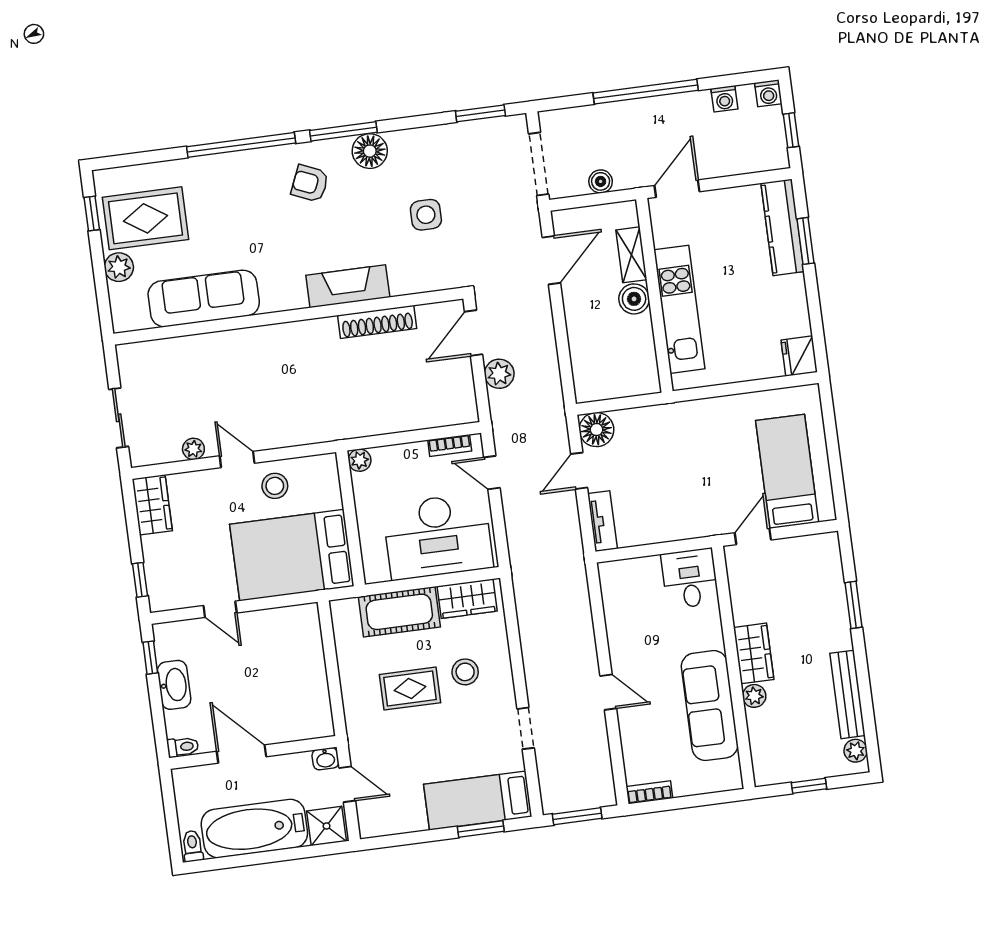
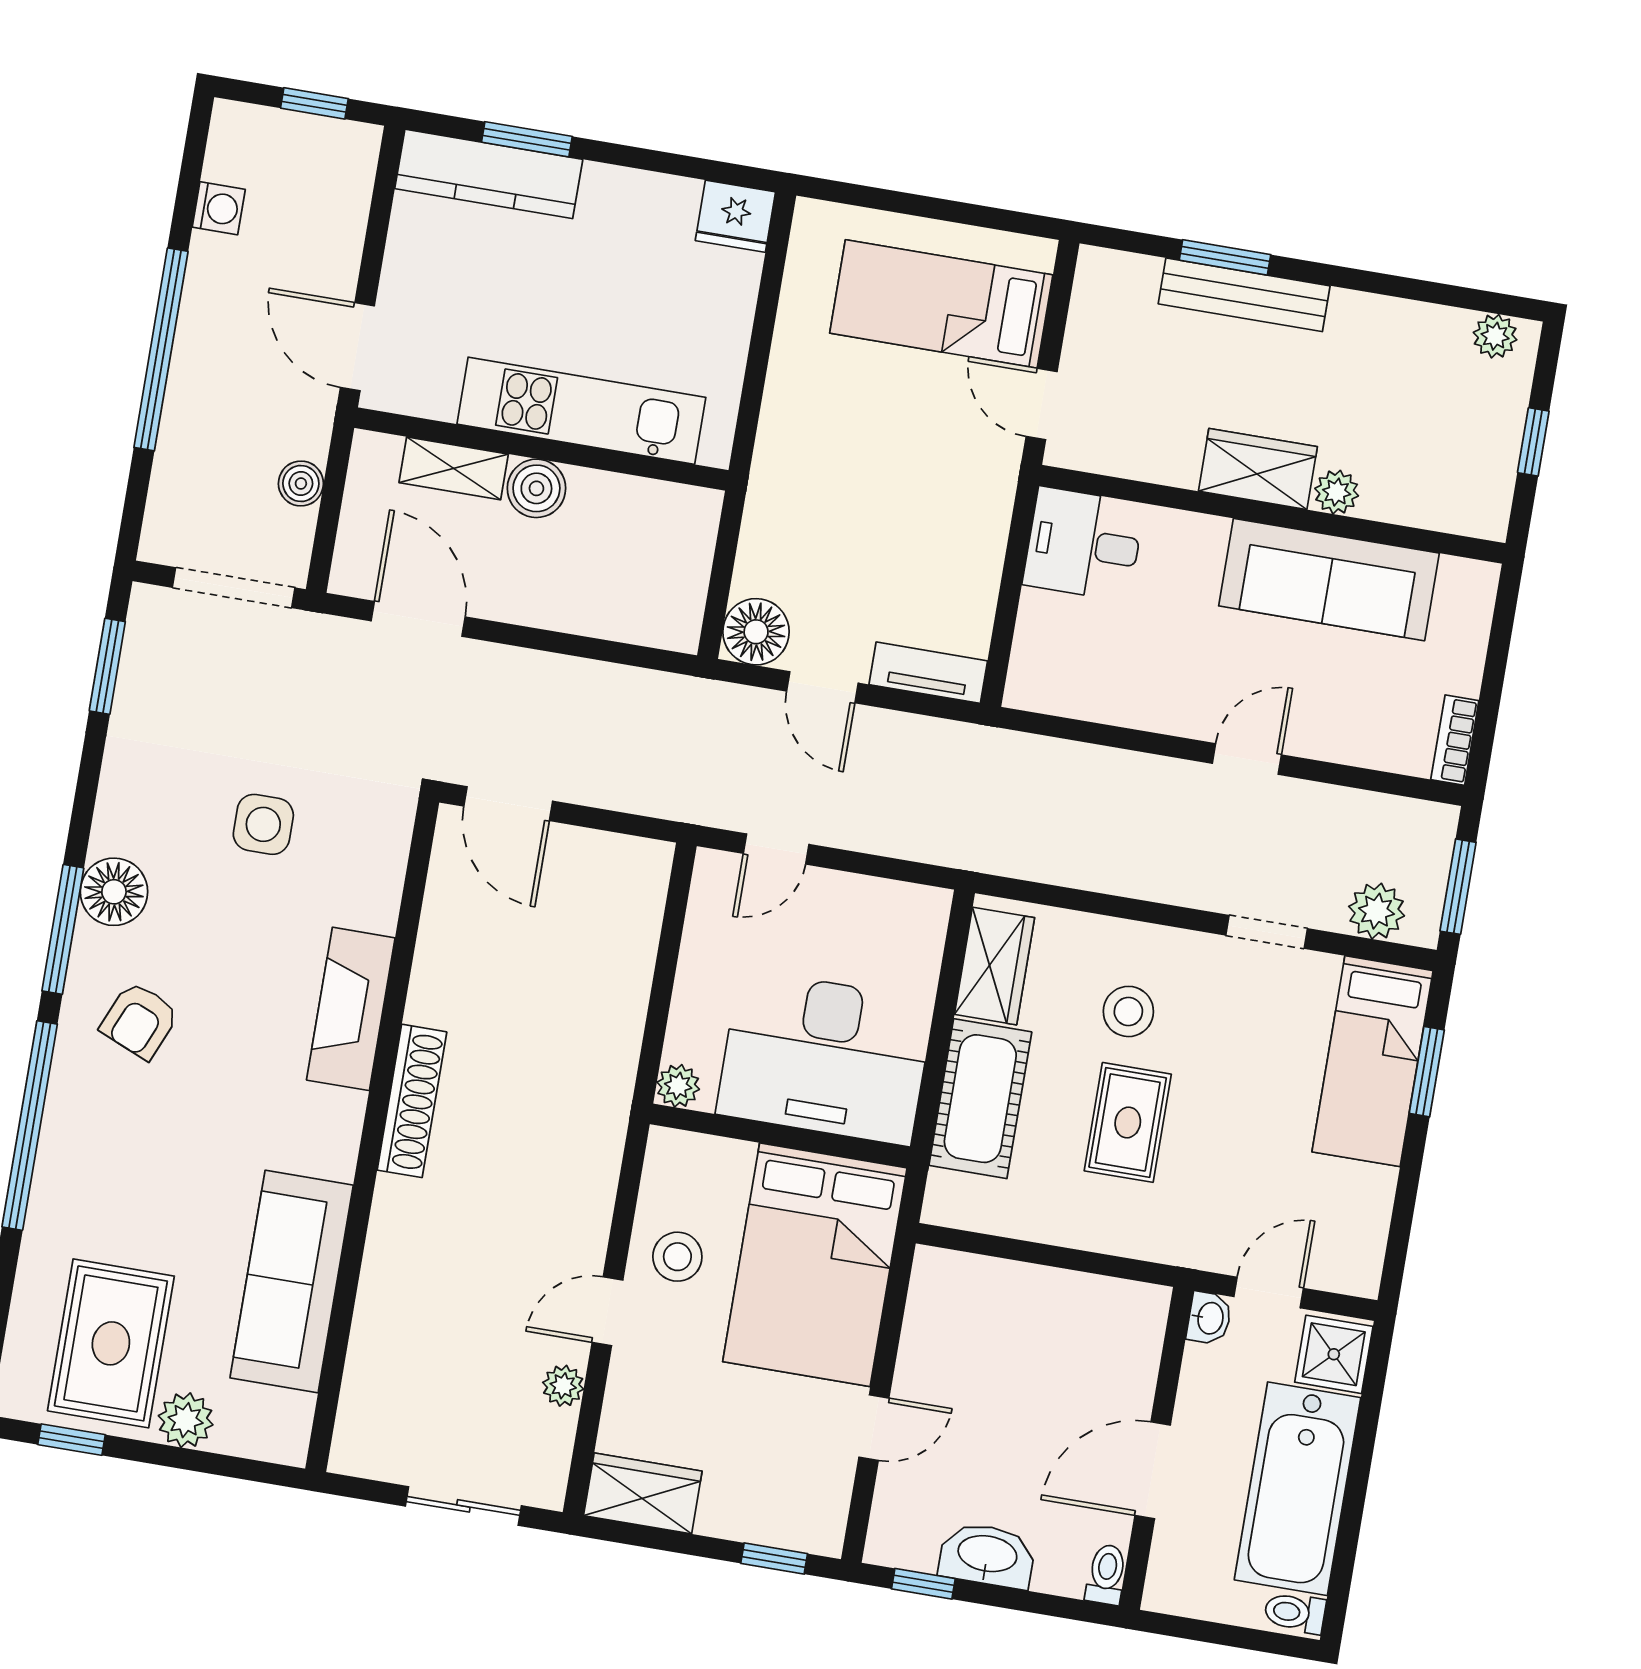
washing machine: (768, 93) -> (234, 124), removed
shoe rack: (377, 322) -> (412, 1101), moved
plant: (499, 374) -> (1377, 911), moved
bookcase: (450, 445) -> (702, 911), removed
desk: (438, 536) -> (825, 1057), moved, turned 90
bench: (848, 694) -> (1244, 295), moved

